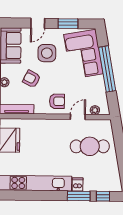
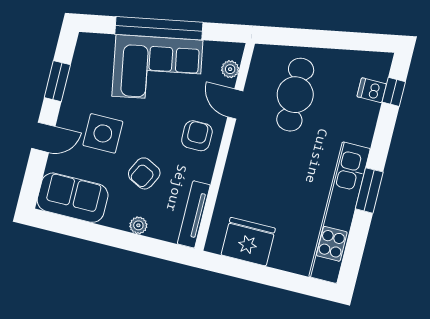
door: (38, 23) -> (43, 137), hinge flipped
corner sofa: (83, 54) -> (157, 68), moved
dishwasher: (78, 184) -> (372, 90), moved
window: (79, 196) -> (369, 190), moved

